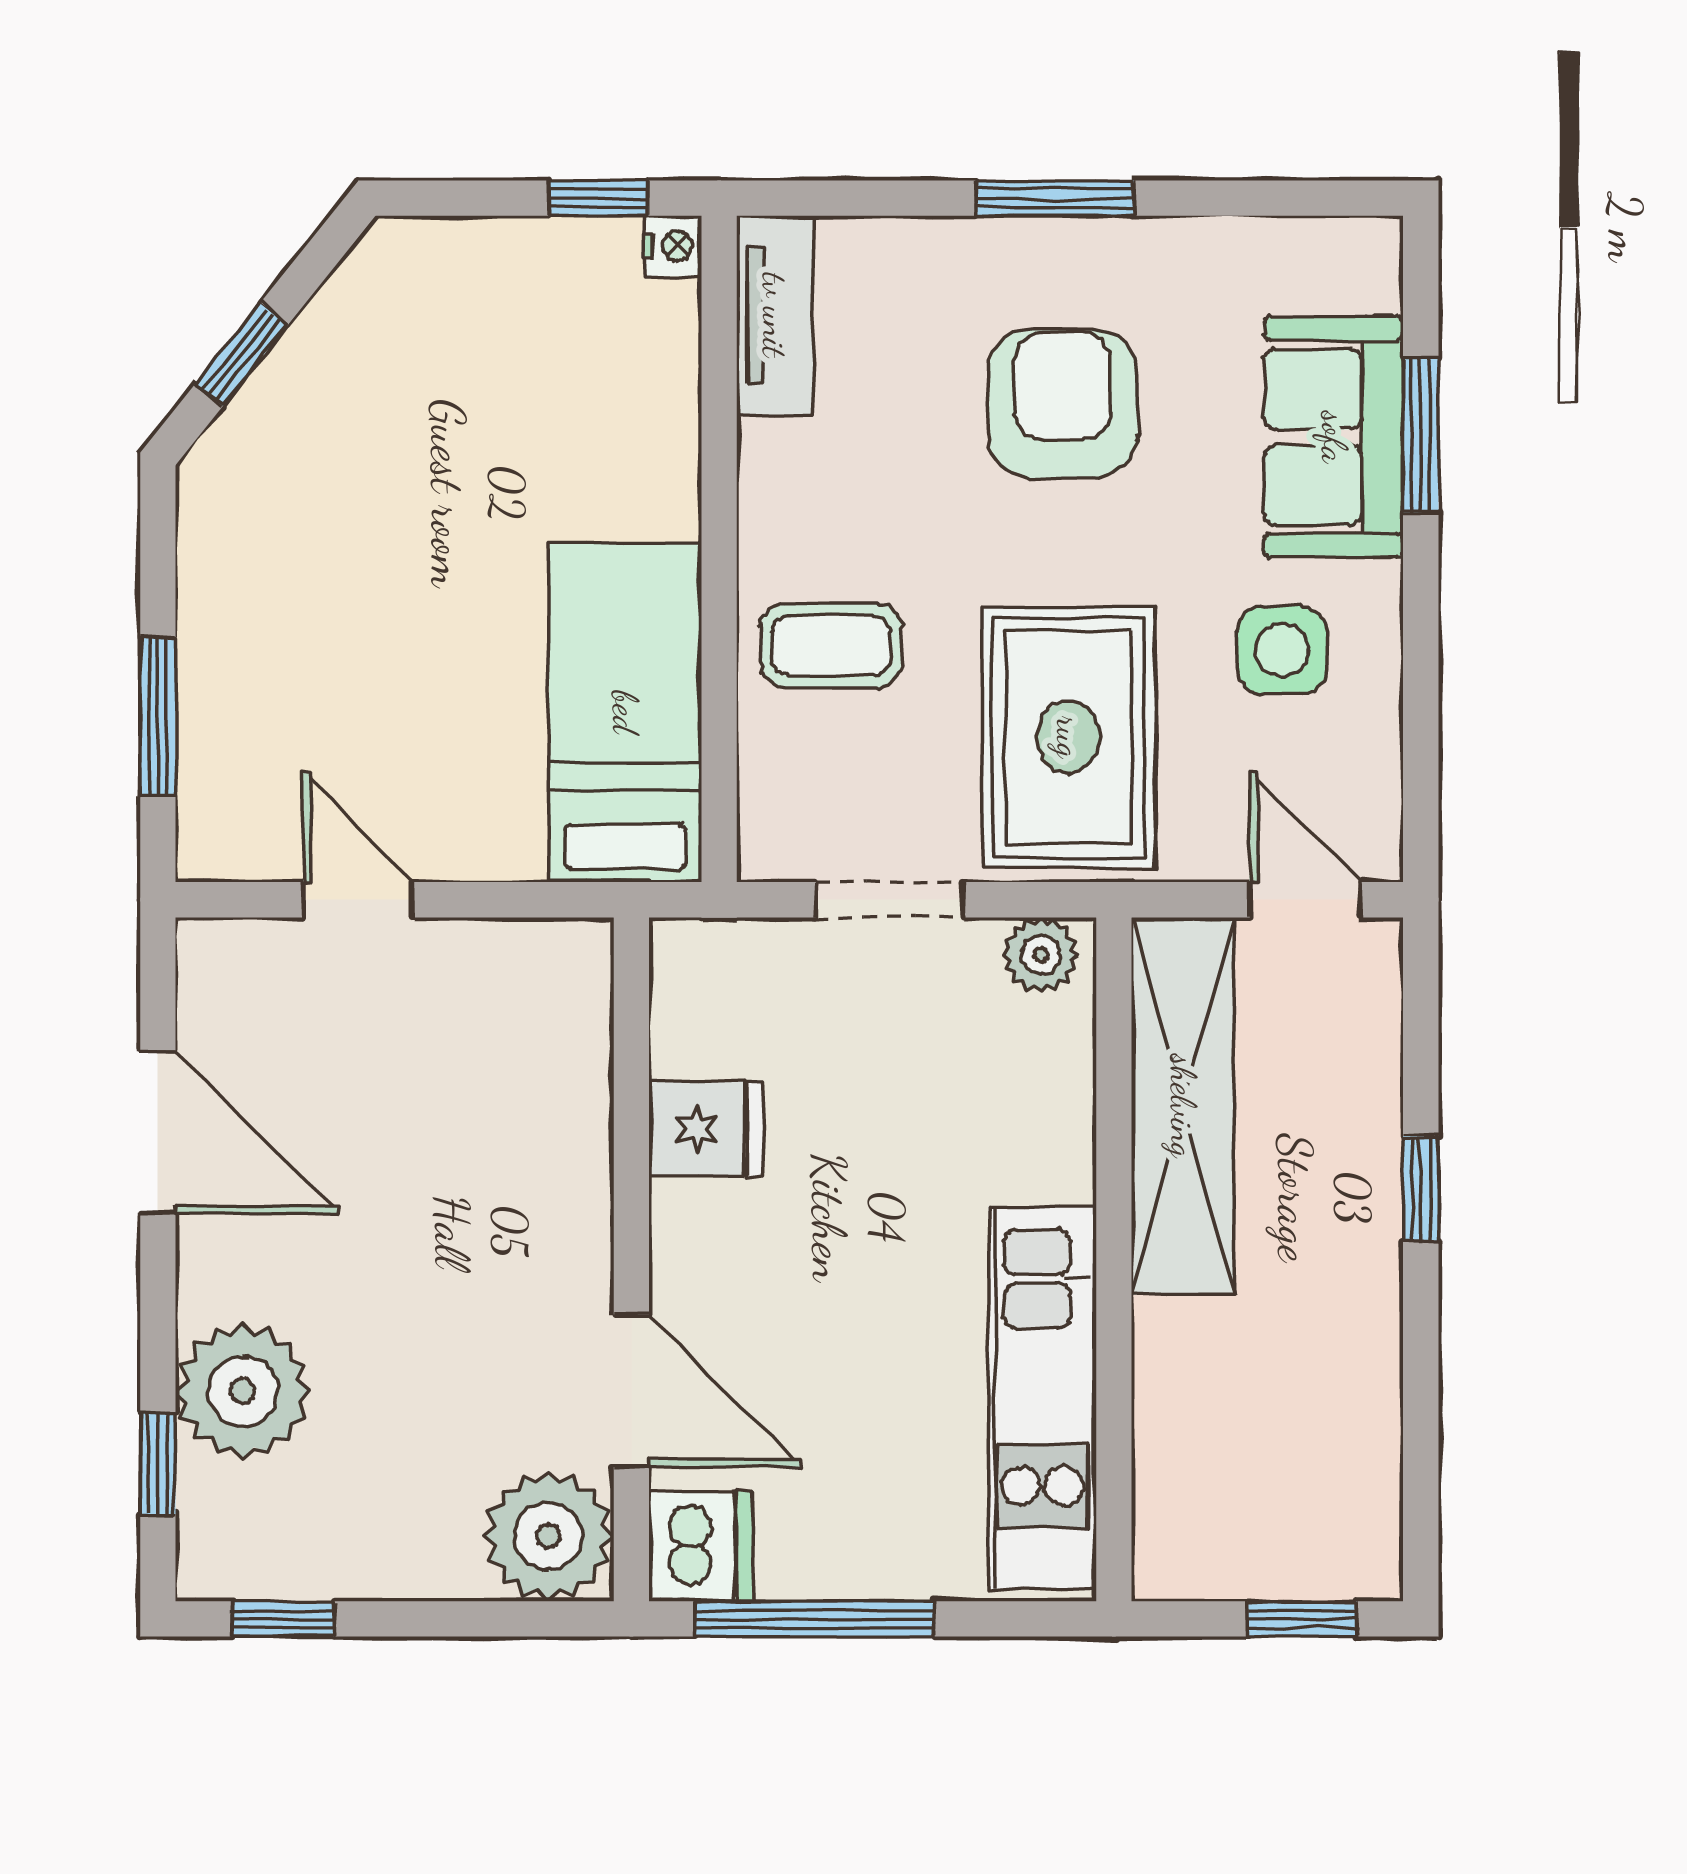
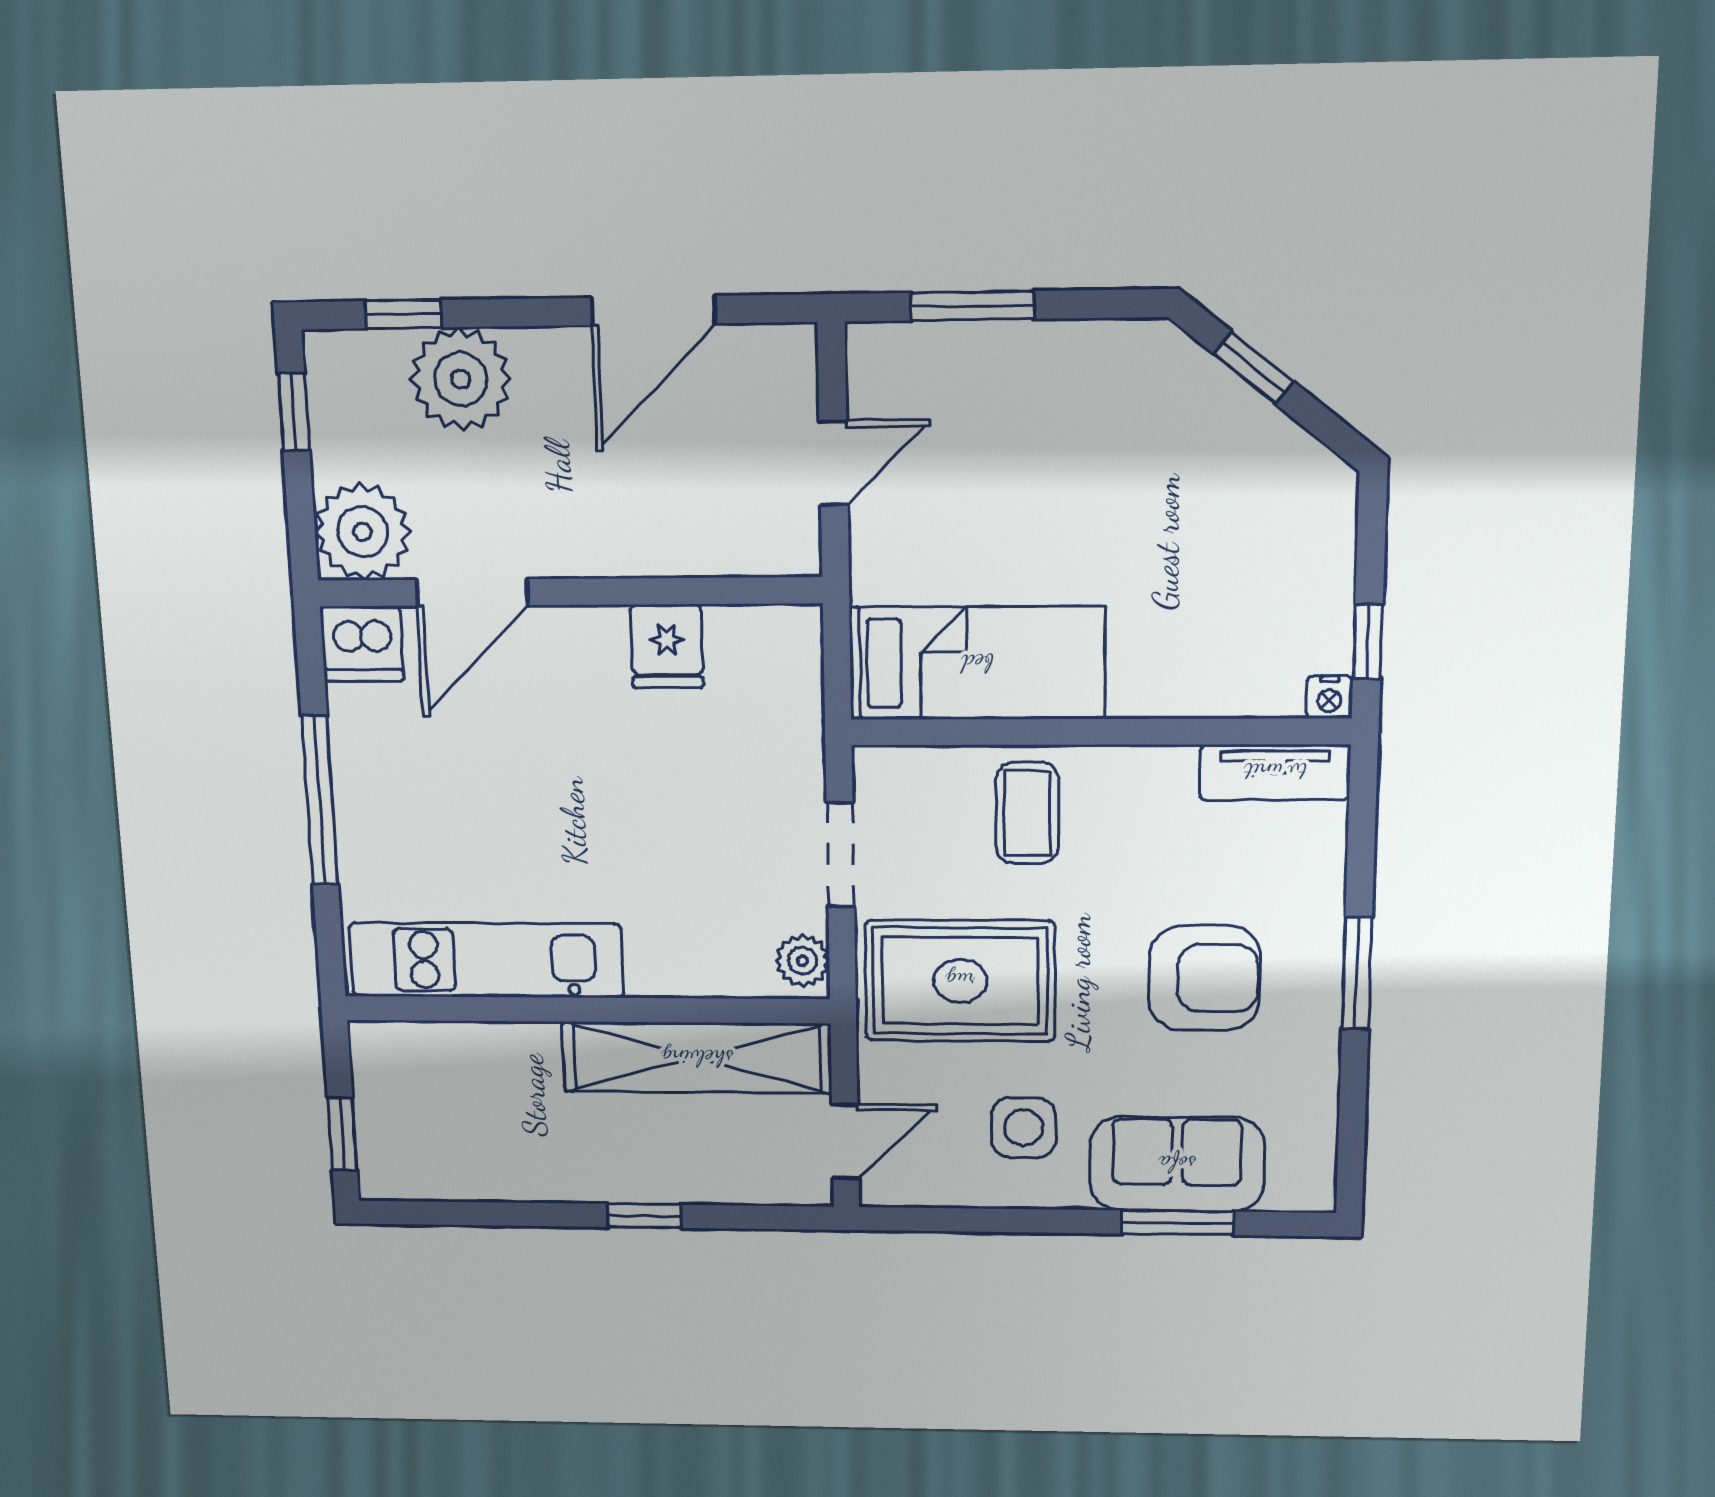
fridge: (706, 1129) -> (667, 646), moved
wall: (631, 1259) -> (569, 592), moved
door: (631, 1391) -> (472, 592), moved
plant: (549, 1536) -> (362, 532), moved
dishwasher: (701, 1546) -> (362, 644), moved

